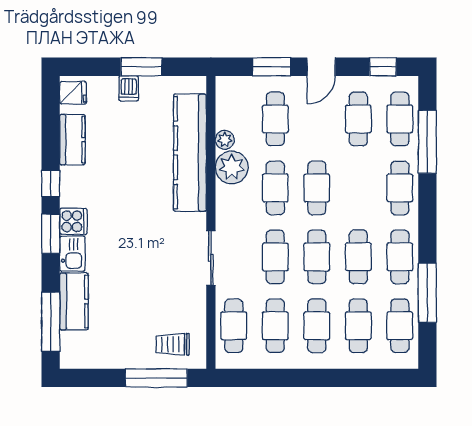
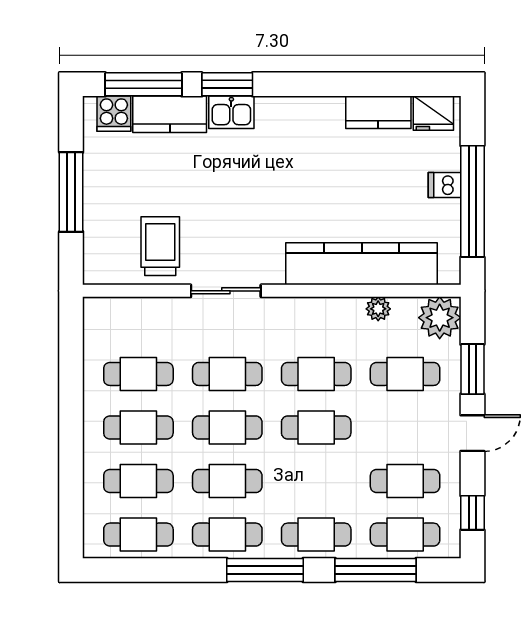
window: (141, 67) -> (472, 201), width x2.11
door: (321, 67) -> (472, 433), swing flipped
fridge: (73, 93) -> (433, 113), width x1.38
plant: (232, 167) -> (440, 318), moved
window: (51, 183) -> (322, 84), removed
cooker: (73, 221) -> (114, 114), moved
window: (51, 234) -> (227, 84), moved
window: (427, 293) -> (265, 570), moved
cafe table: (234, 326) -> (138, 320), removed
trolley: (173, 344) -> (160, 246), moved, width x1.36, depth x1.39
window: (156, 378) -> (71, 192), moved

